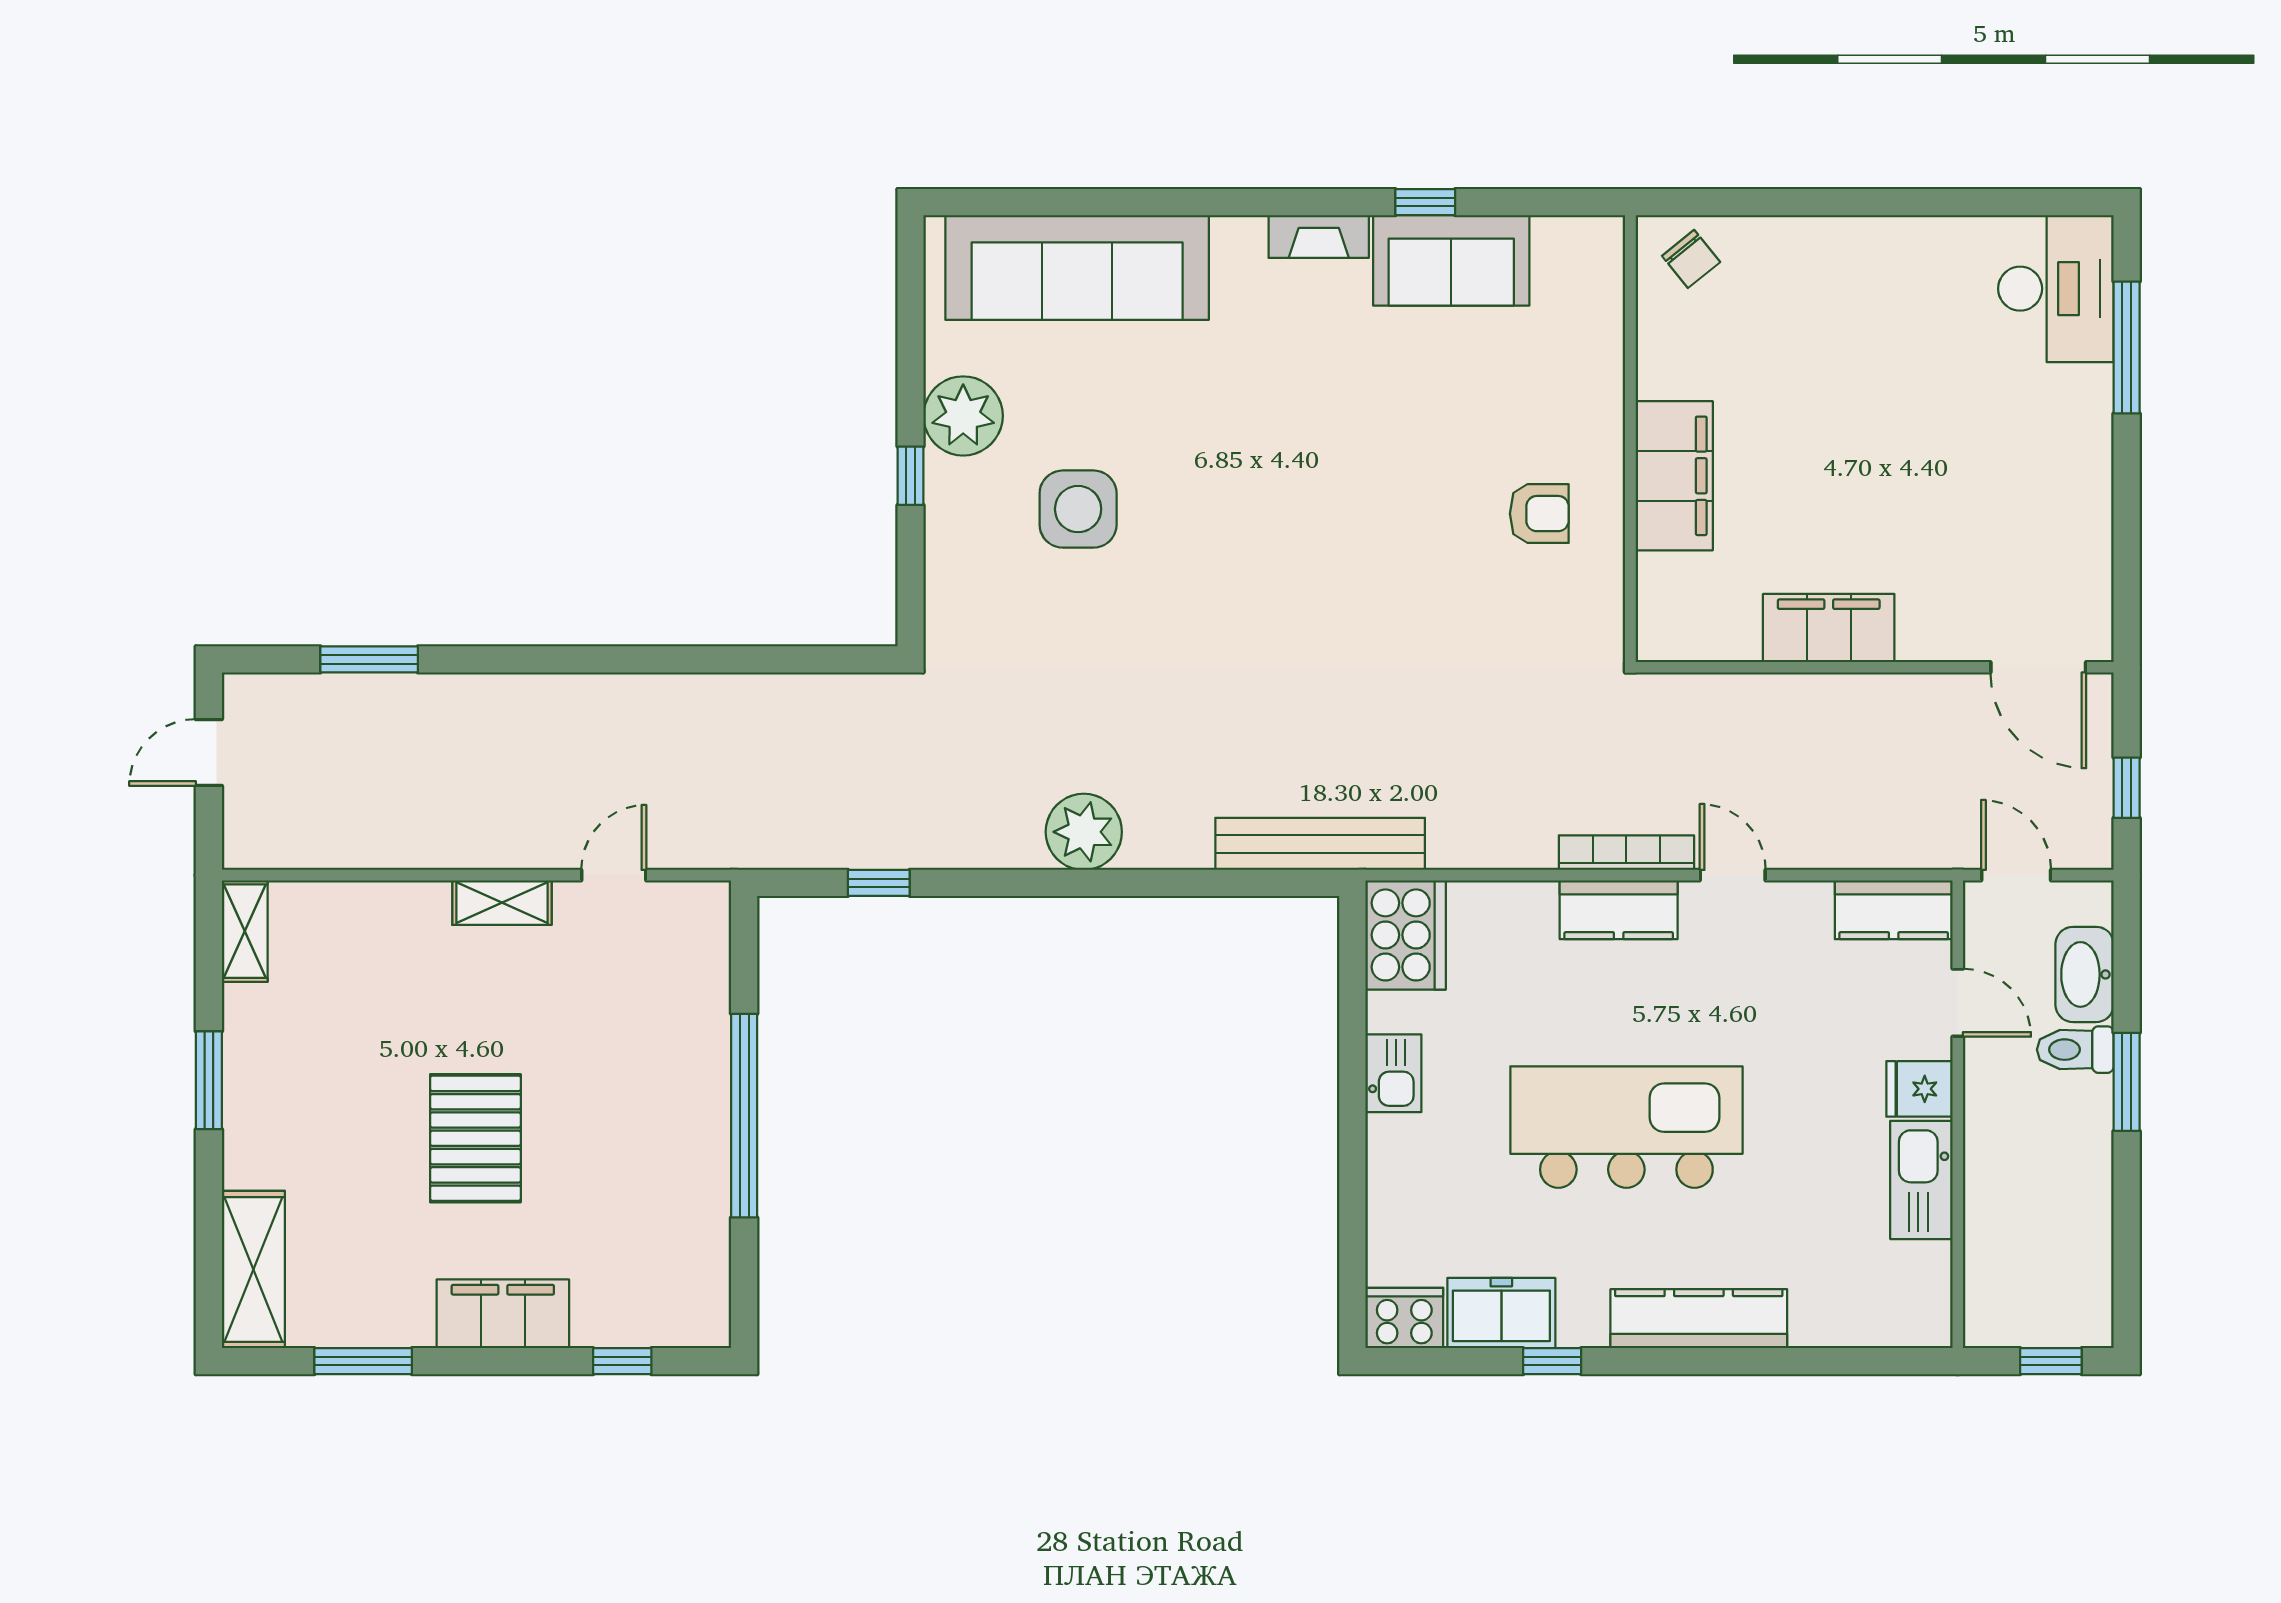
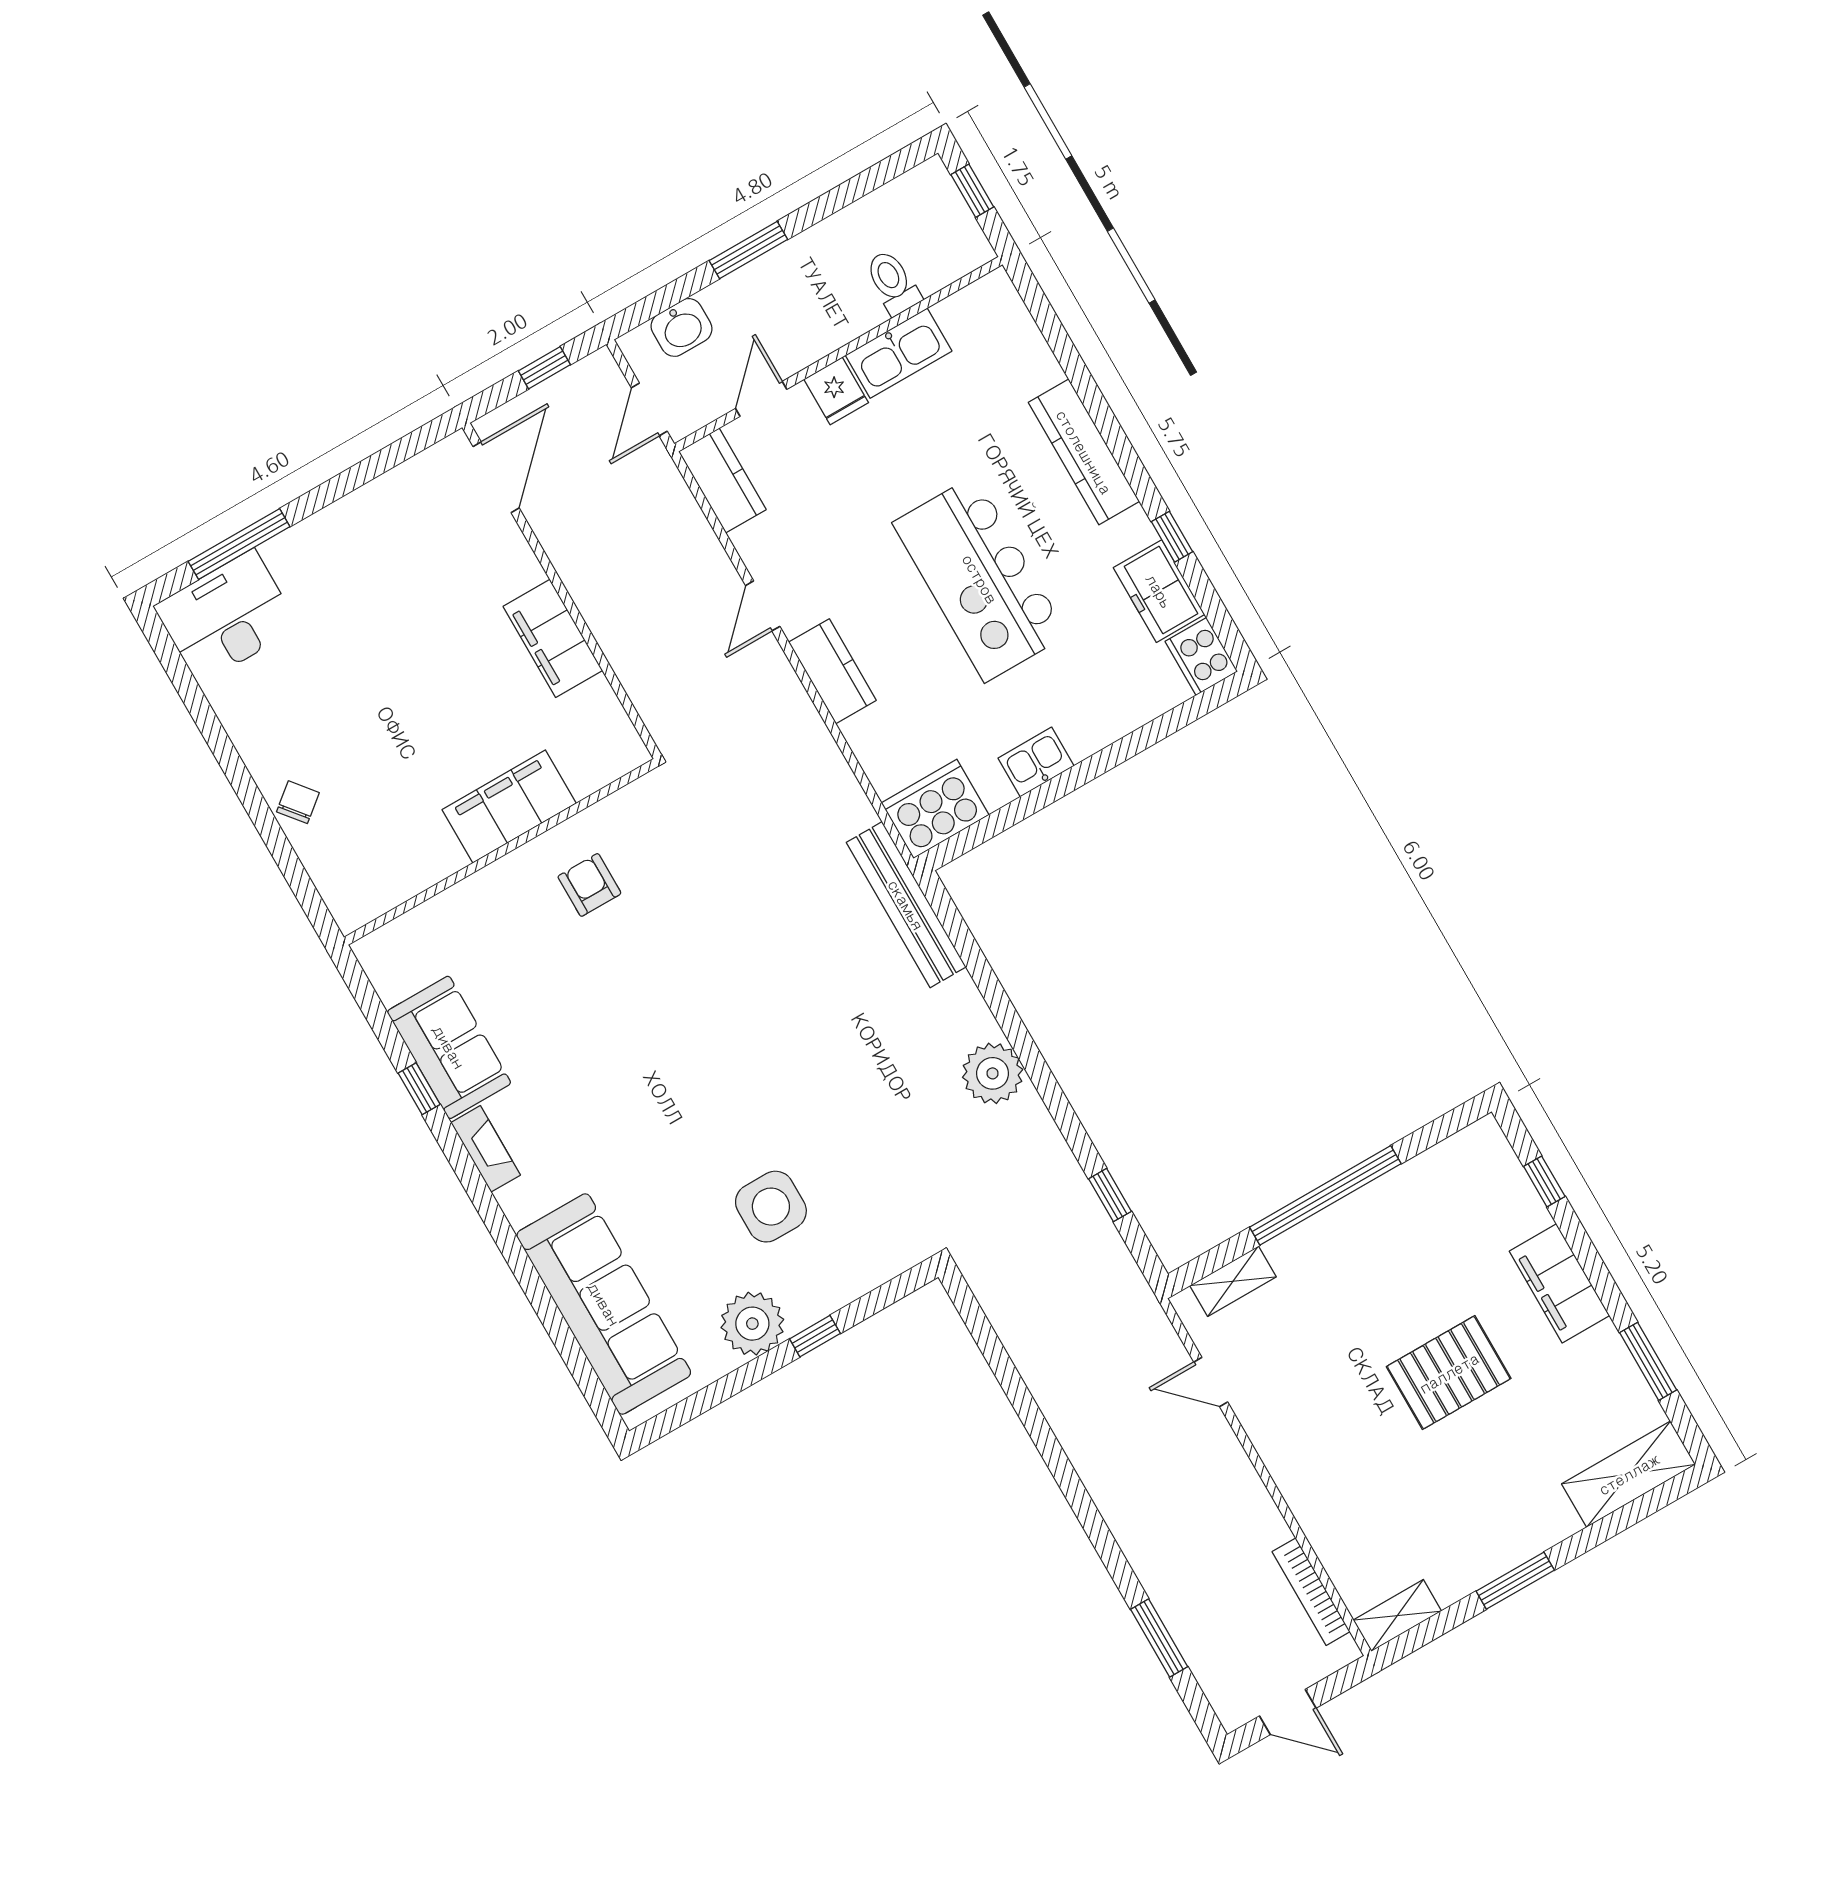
chair: (1691, 259) -> (298, 802), moved
bookcase: (1626, 853) -> (1311, 1592), moved
shelving: (502, 903) -> (1233, 1281), moved, turned 90
washbasin: (2085, 974) -> (682, 327), width x0.72
toilet: (2075, 1050) -> (893, 283), moved, turned 180

